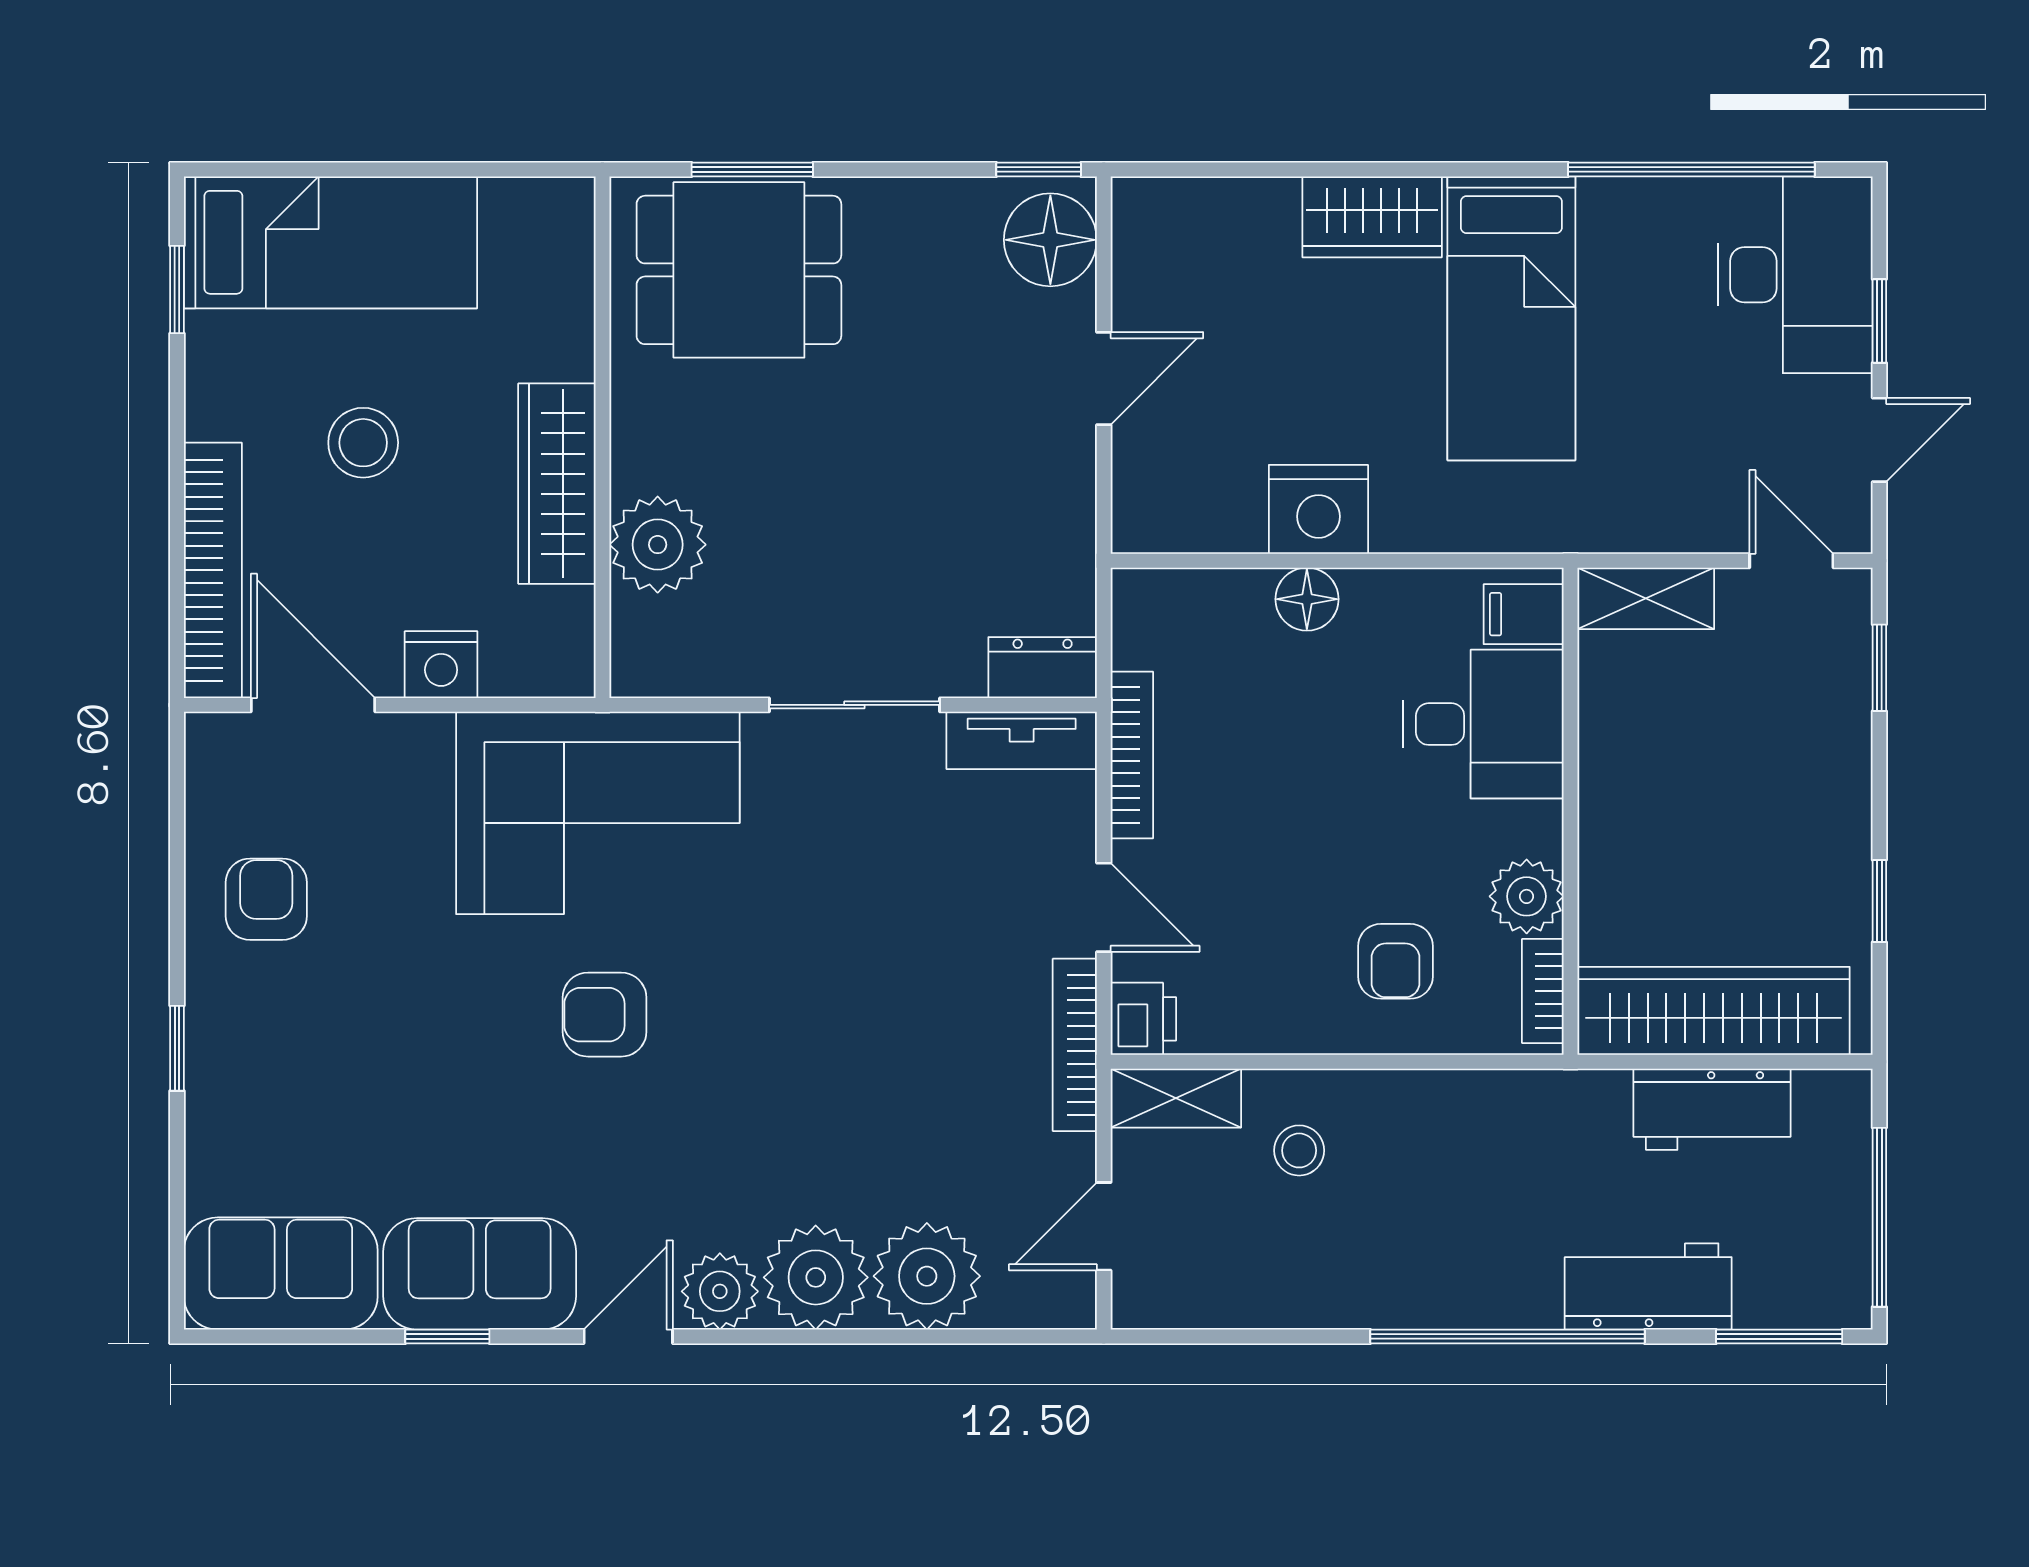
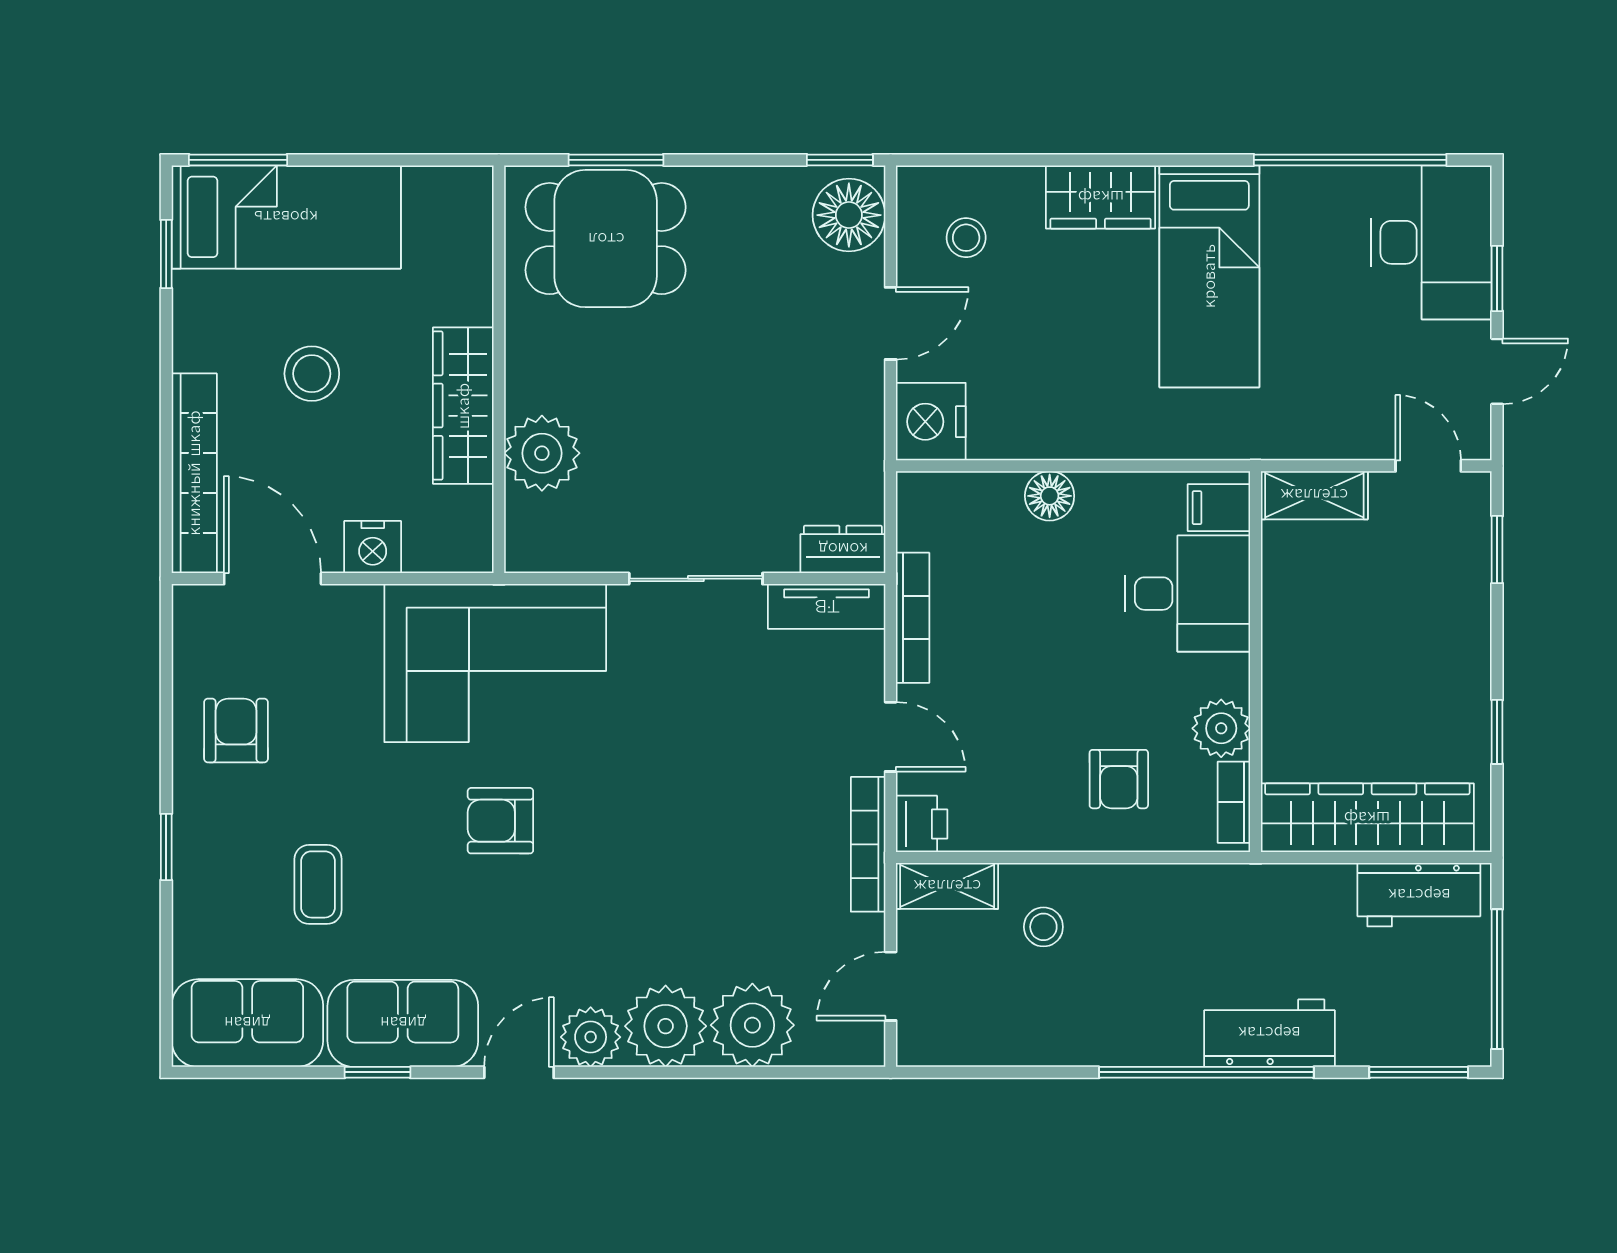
window: (269, 169) -> (238, 160), added
stool: (1200, 269) -> (966, 238), added
nightstand: (1318, 509) -> (931, 422), moved, turned 90
coffee table: (371, 1096) -> (318, 884), added
workbench: (1712, 1109) -> (1419, 895), moved
workbench: (1648, 1286) -> (1269, 1033), moved

